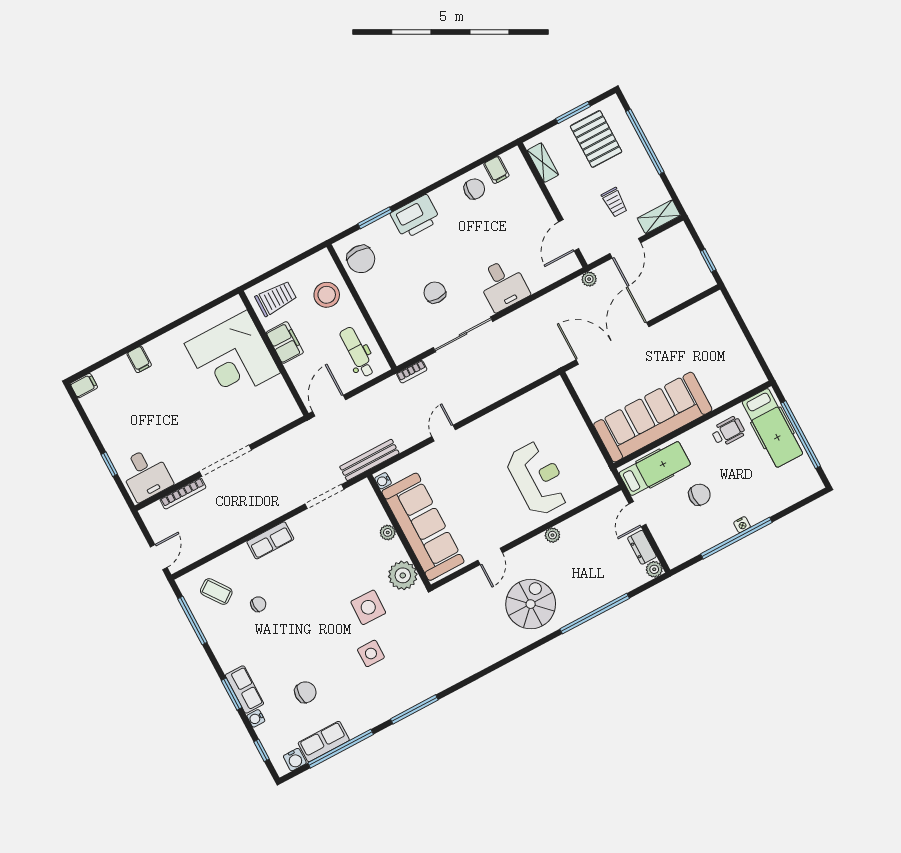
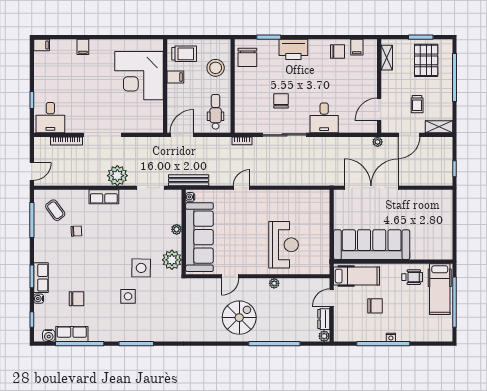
filing cabinet: (285, 343) -> (175, 77), width x0.50
plant: (273, 503) -> (117, 176), added

